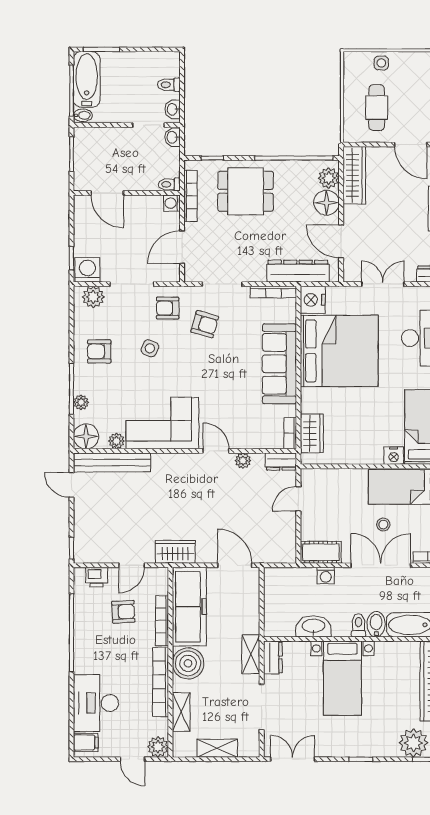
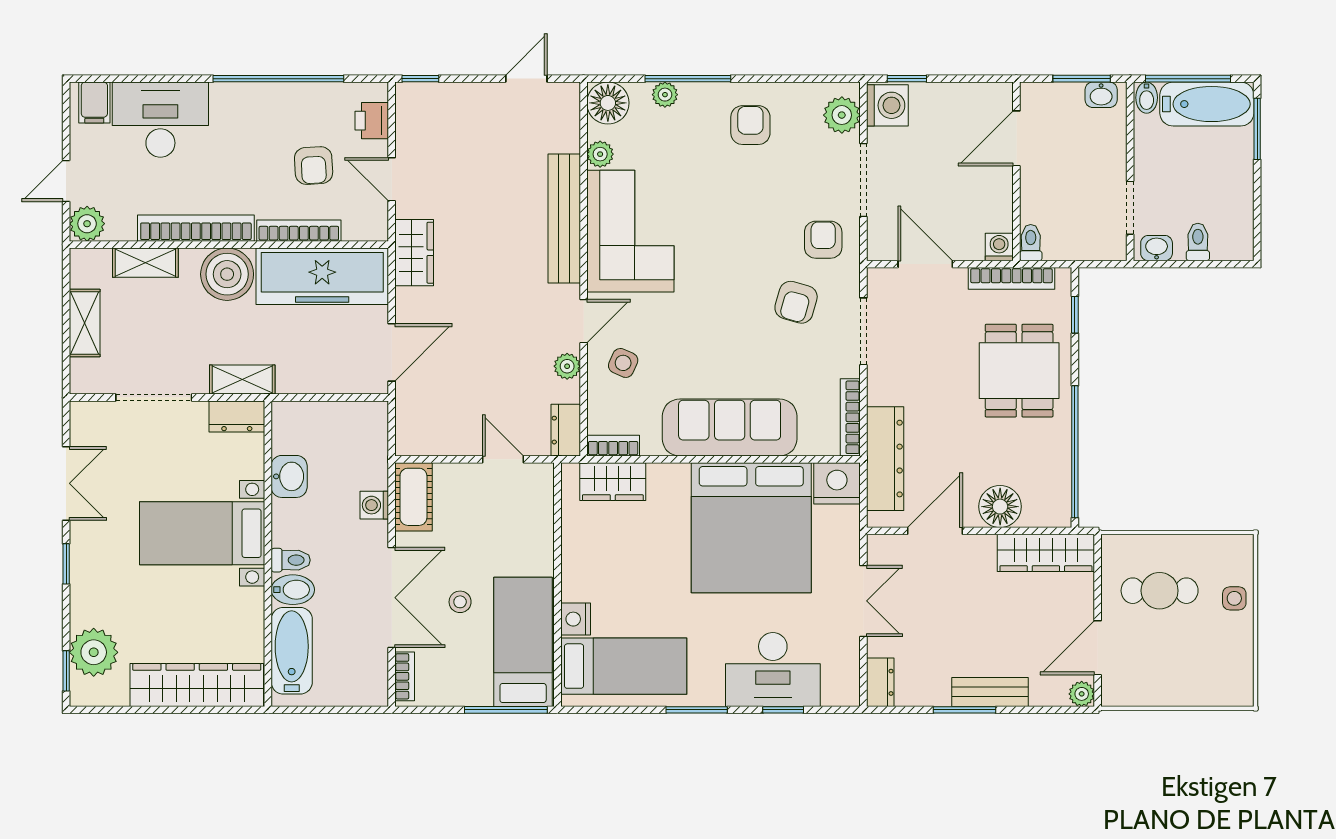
washbasin: (172, 137) -> (1101, 95), moved, turned 180
plant: (329, 178) -> (1041, 510), removed
side table: (150, 348) -> (623, 363), moved
bench: (112, 462) -> (564, 219), moved
washbasin: (313, 626) -> (289, 476), width x0.72
double door: (293, 759) -> (66, 483), moved

